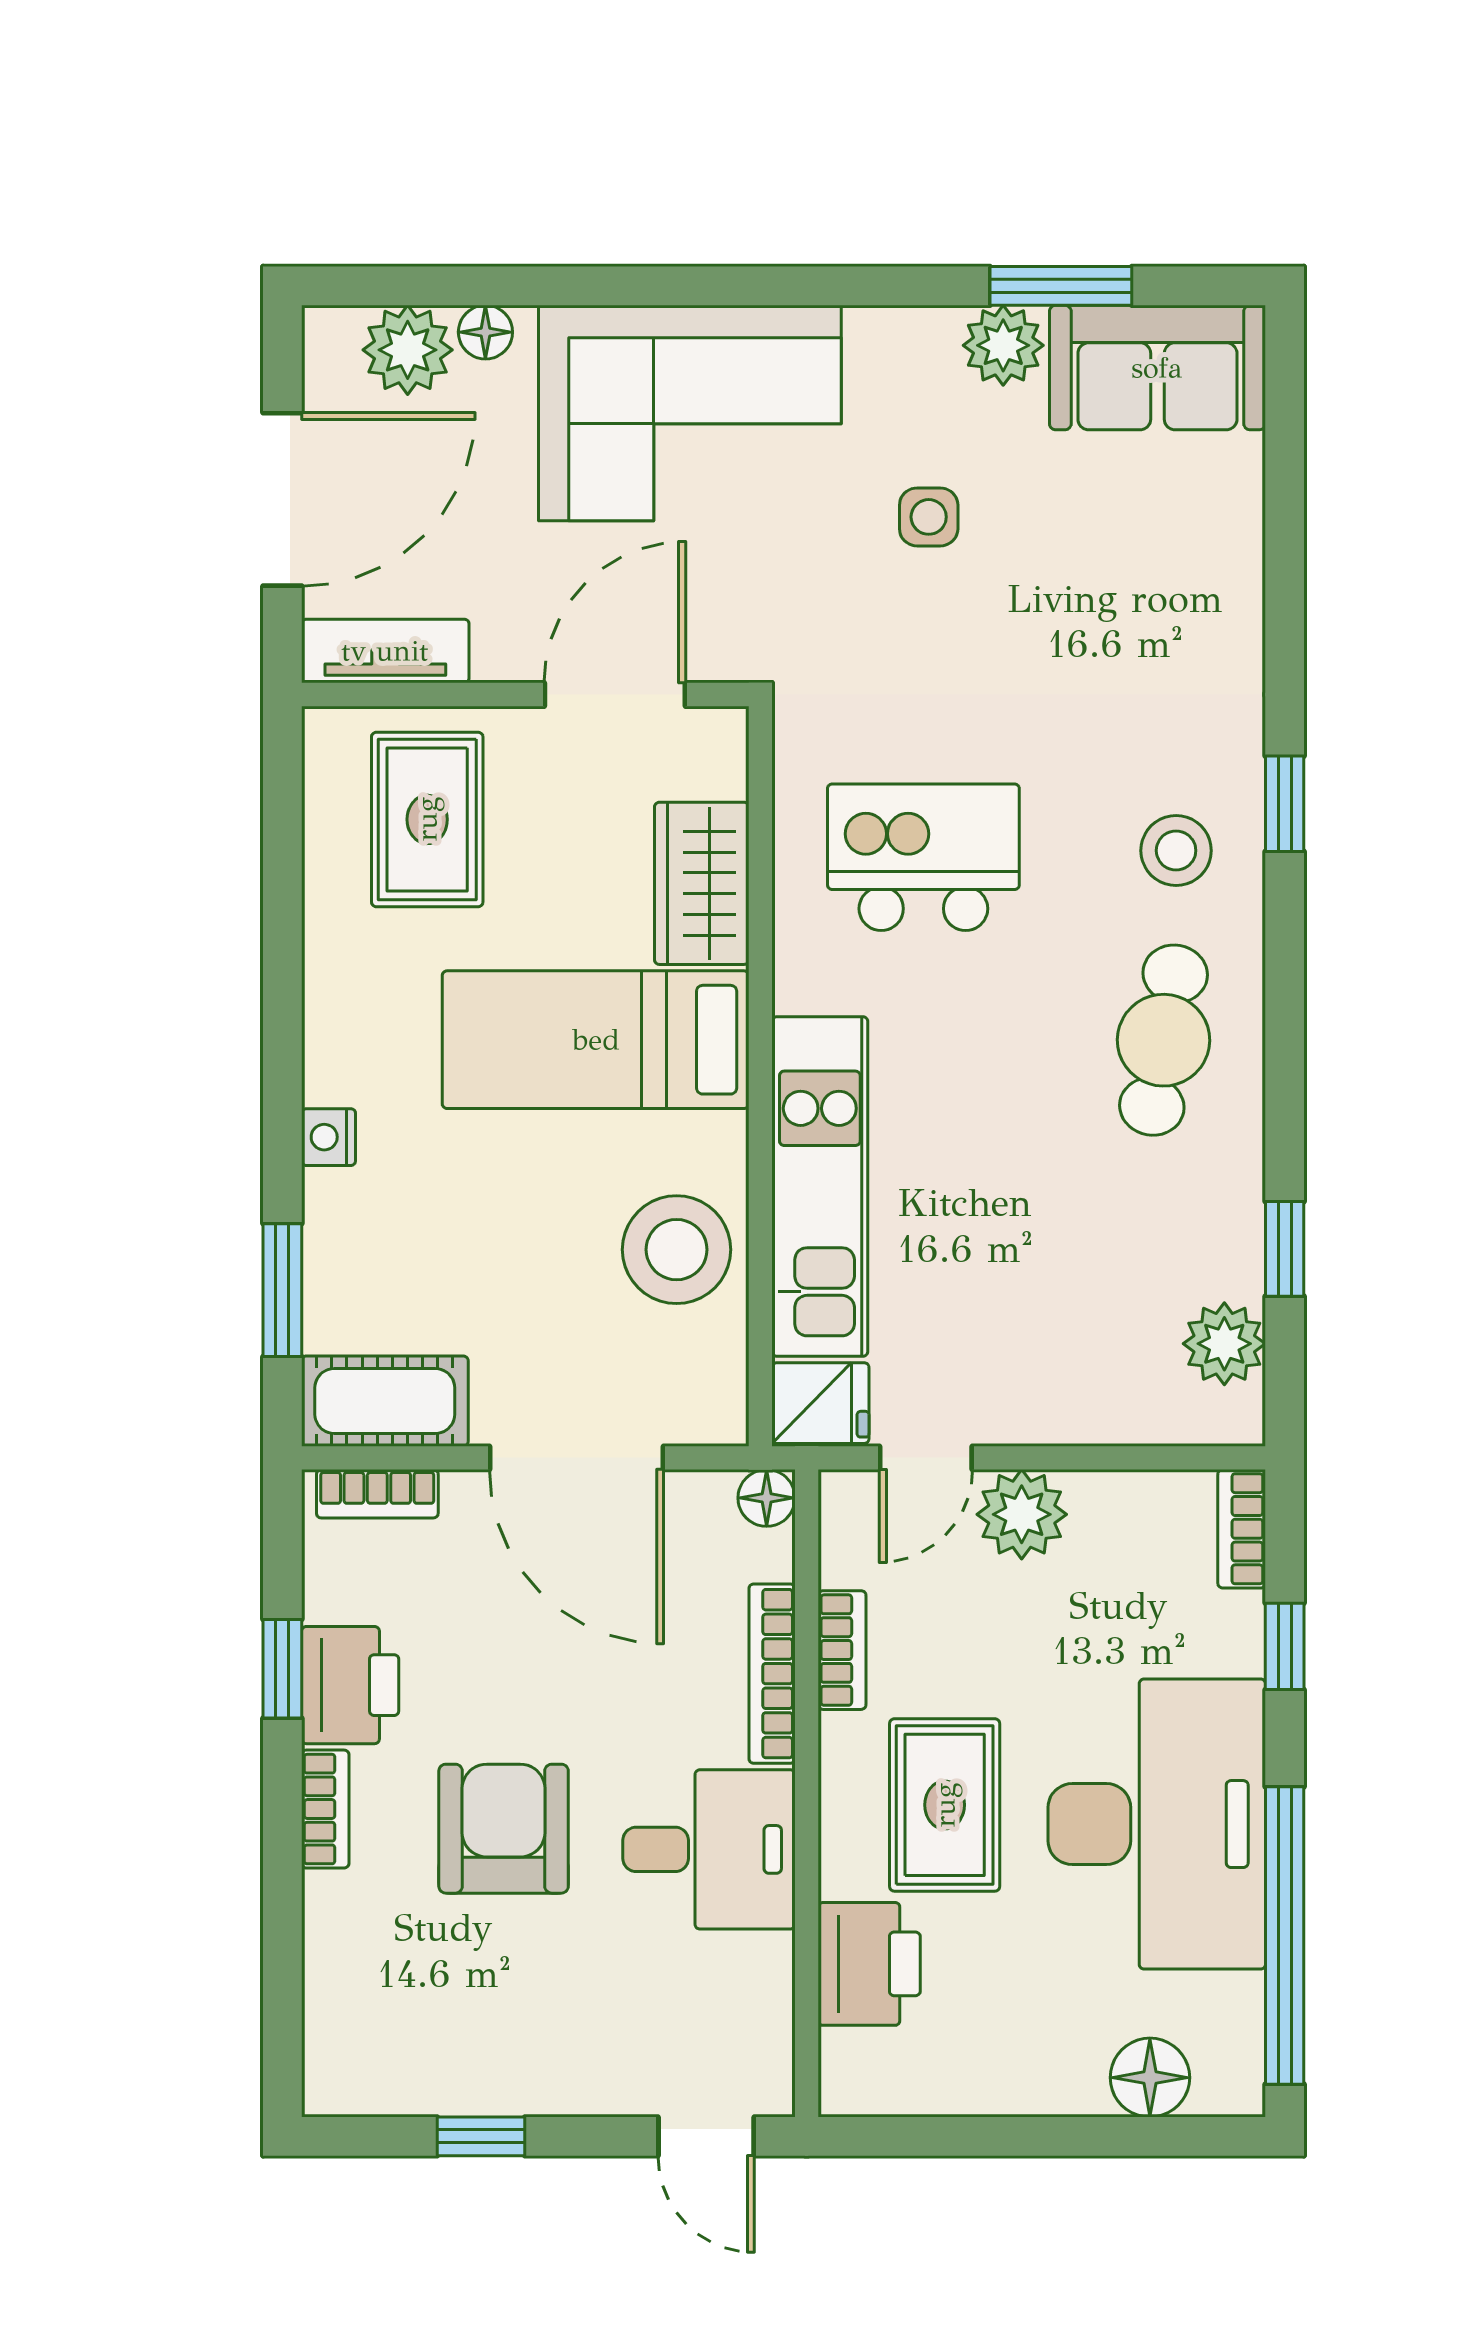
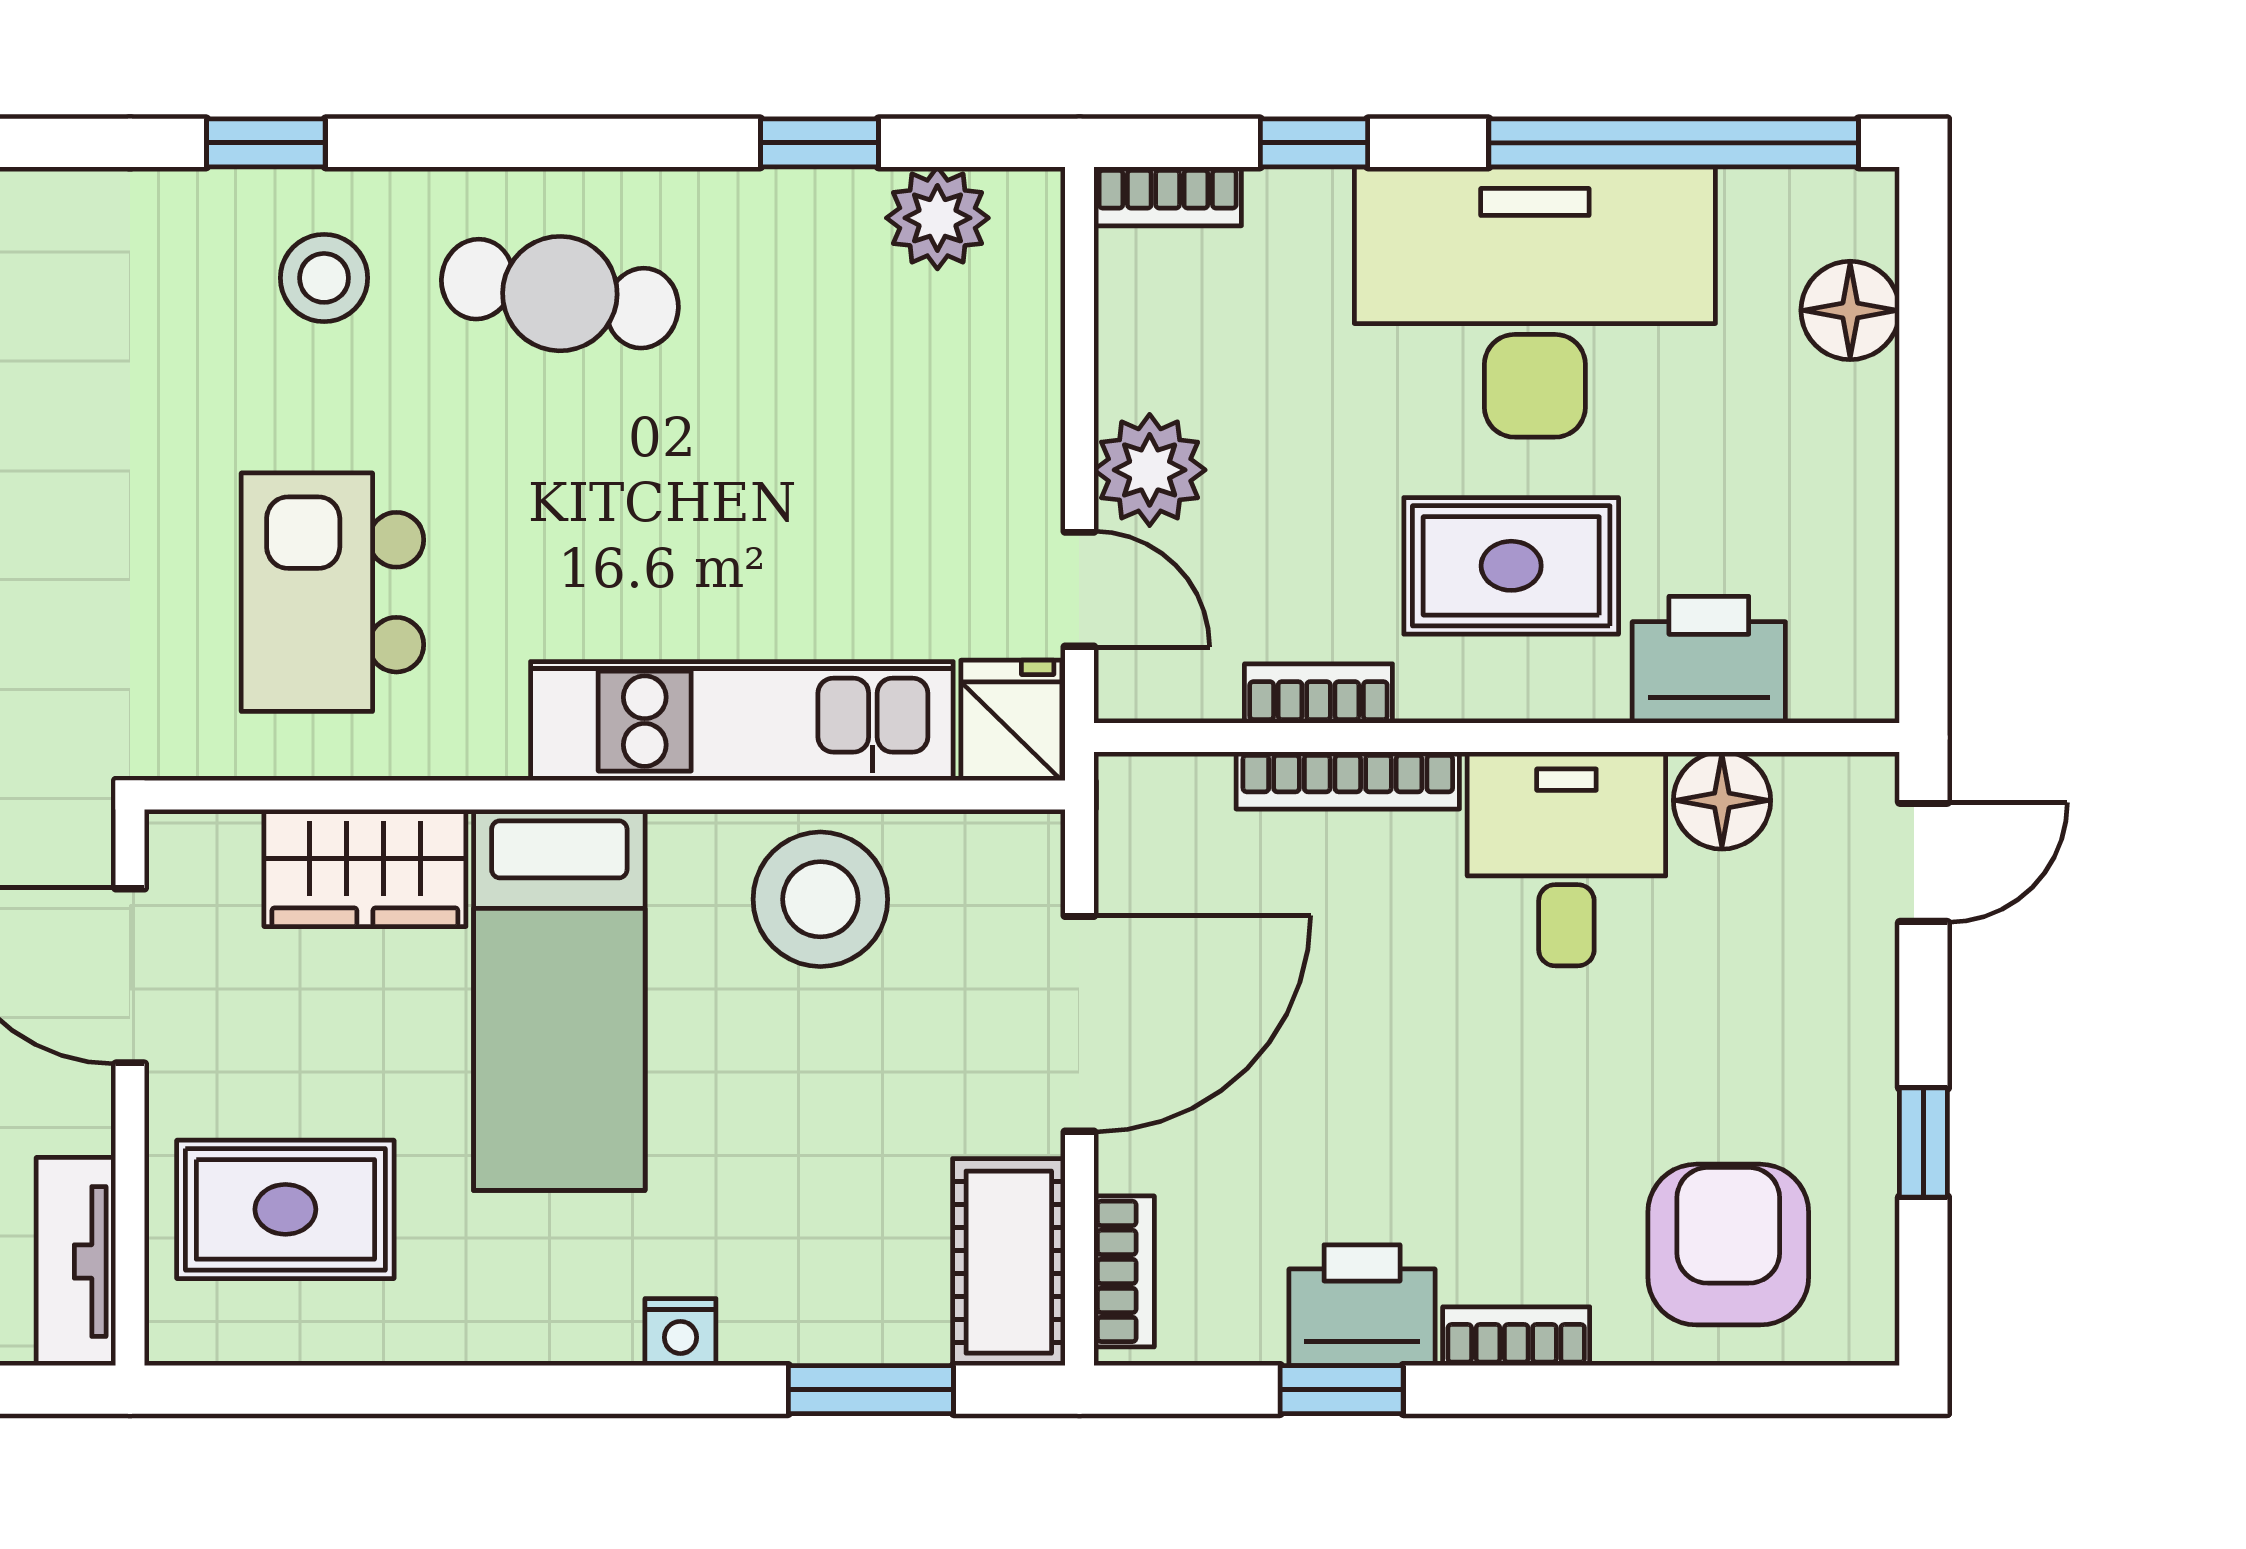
floor lamp: (767, 1498) -> (1722, 800), moved, width x1.37, depth x1.37
armchair: (504, 1829) -> (1728, 1245), moved, turned 90

